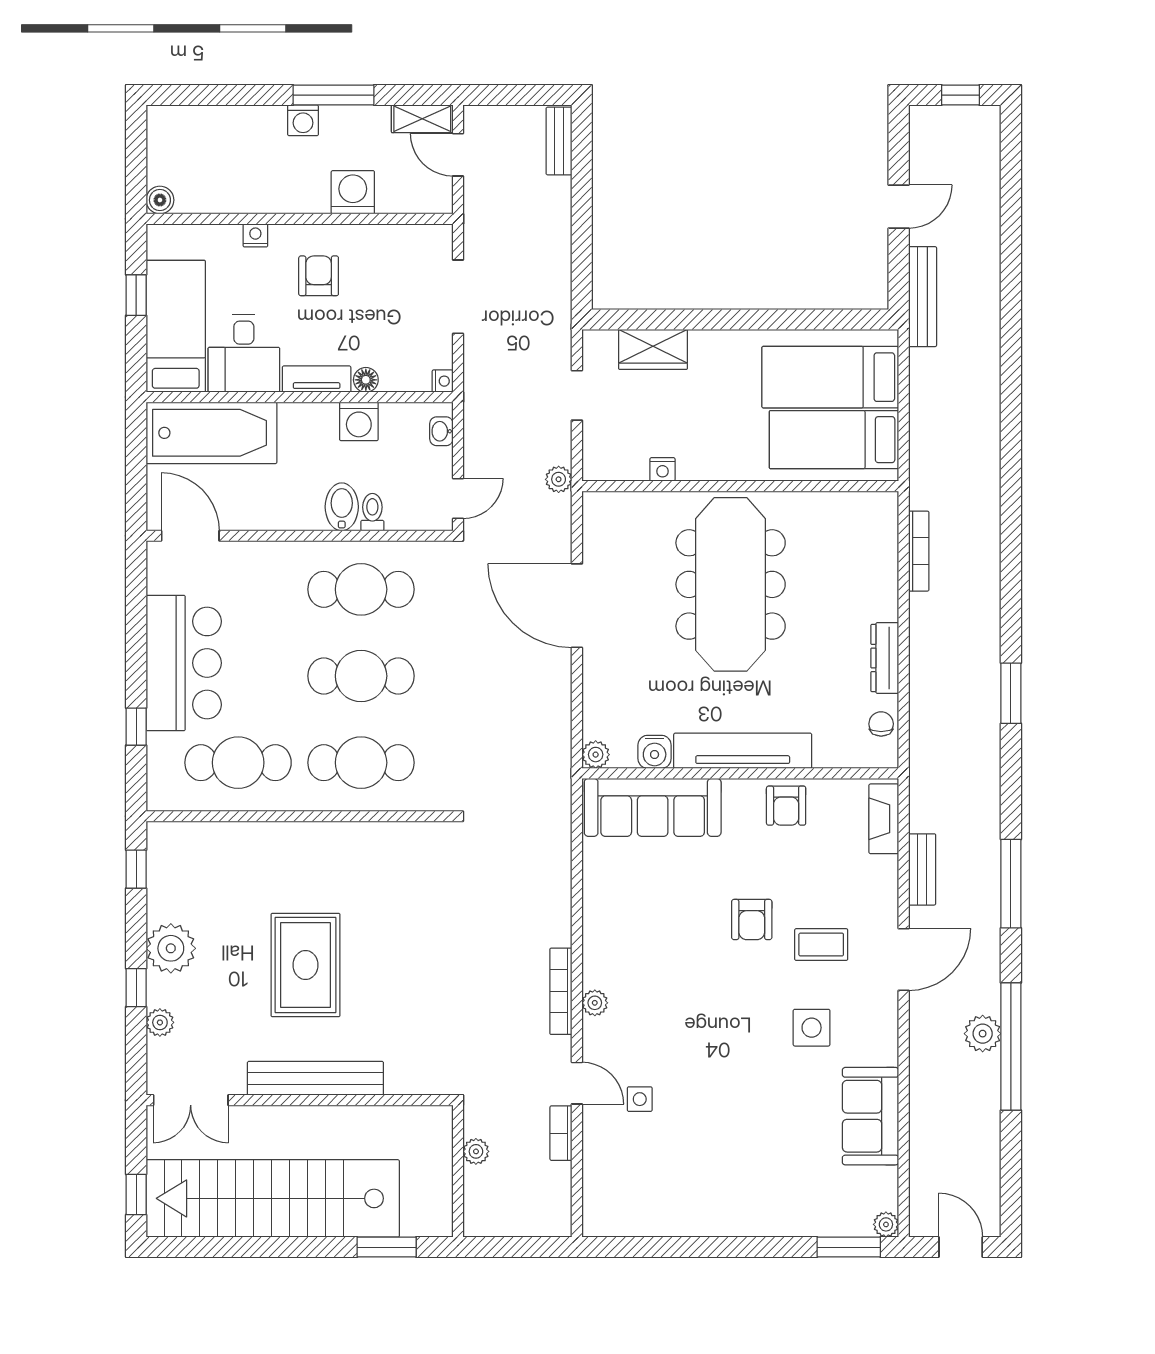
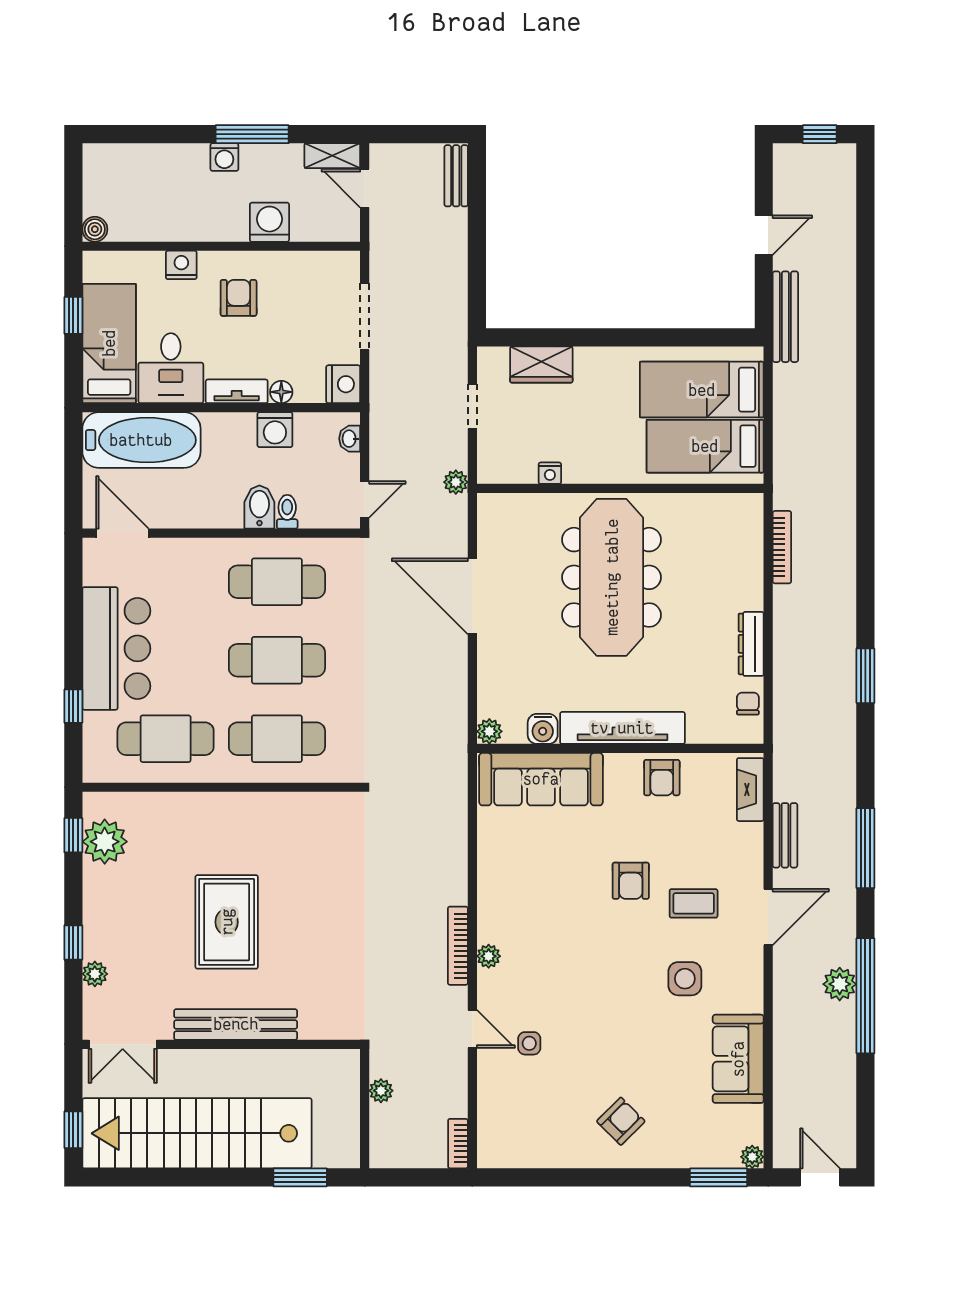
nightstand: (255, 235) -> (181, 265), width x1.39, depth x1.35
nightstand: (443, 381) -> (343, 384), width x1.89, depth x1.79
plant: (171, 948) -> (105, 842), moved
bookcase: (561, 1133) -> (458, 1144), moved
armchair: (741, 1185) -> (621, 1121), added

